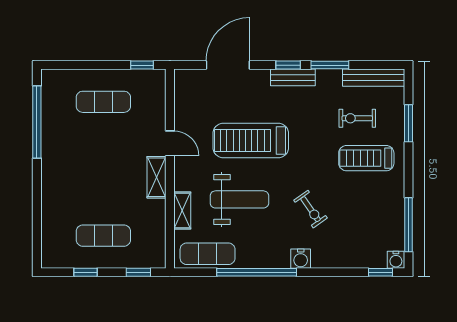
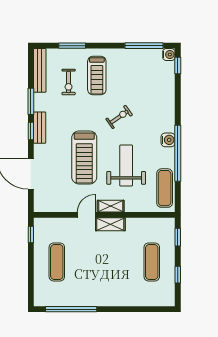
exercise bike: (311, 209) -> (119, 117), moved
shelving: (182, 210) -> (111, 206), moved
water cooler: (301, 259) -> (168, 140), moved

